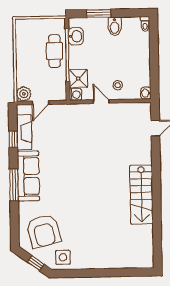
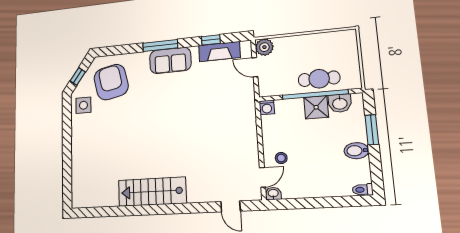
shower: (78, 79) -> (316, 107), moved
door: (101, 102) -> (263, 177), moved
sofa: (28, 176) -> (170, 60), width x0.73
armchair: (44, 231) -> (111, 82), turned 92

